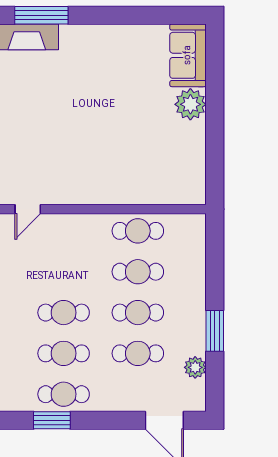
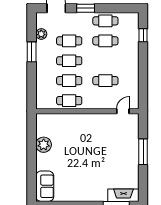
plant: (190, 104) -> (44, 145), moved
cafe table: (64, 313) -> (105, 81), moved
window: (52, 420) -> (86, 8), moved

